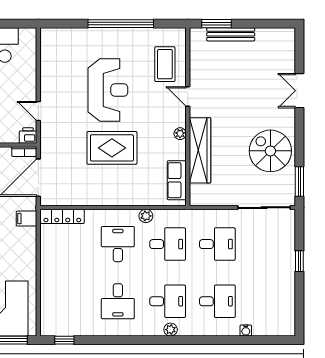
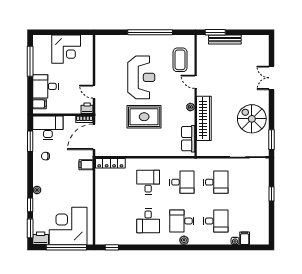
plant: (146, 216) -> (167, 163), removed
desk: (168, 301) -> (182, 221), turned 180
filing cabinet: (260, 327) -> (245, 238), added

